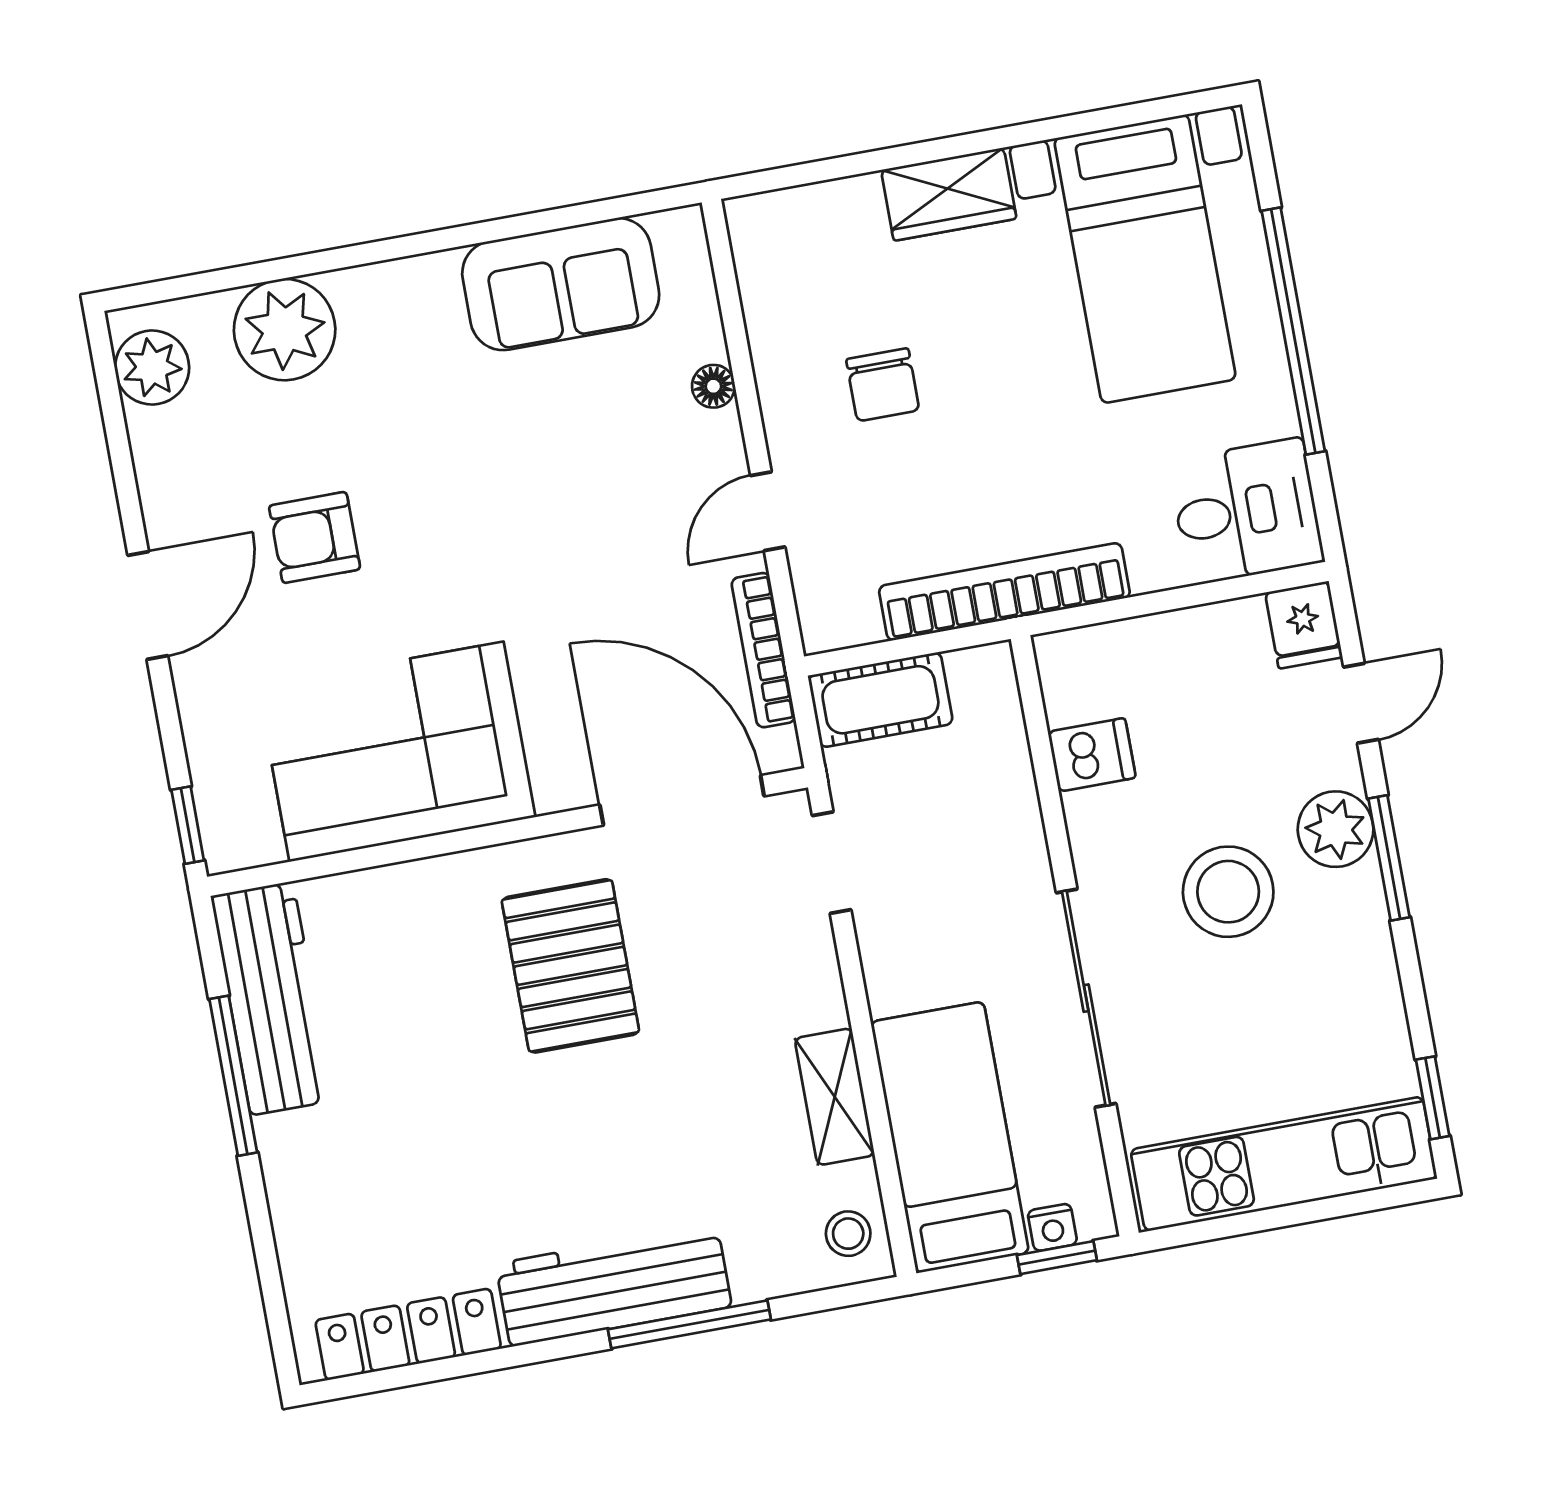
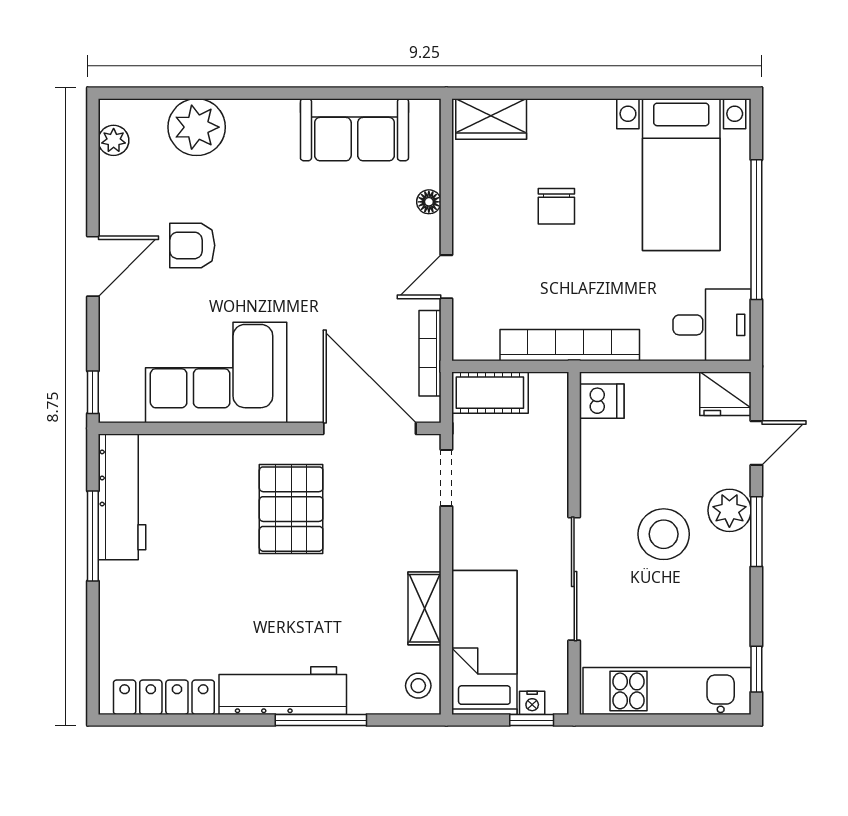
wardrobe: (949, 194) -> (491, 119), moved
plant: (152, 367) -> (114, 140), width x0.73, depth x0.73
chair: (883, 385) -> (556, 206), moved
fridge: (1304, 625) -> (725, 394), width x1.38
dishwasher: (1092, 755) -> (602, 401), moved

